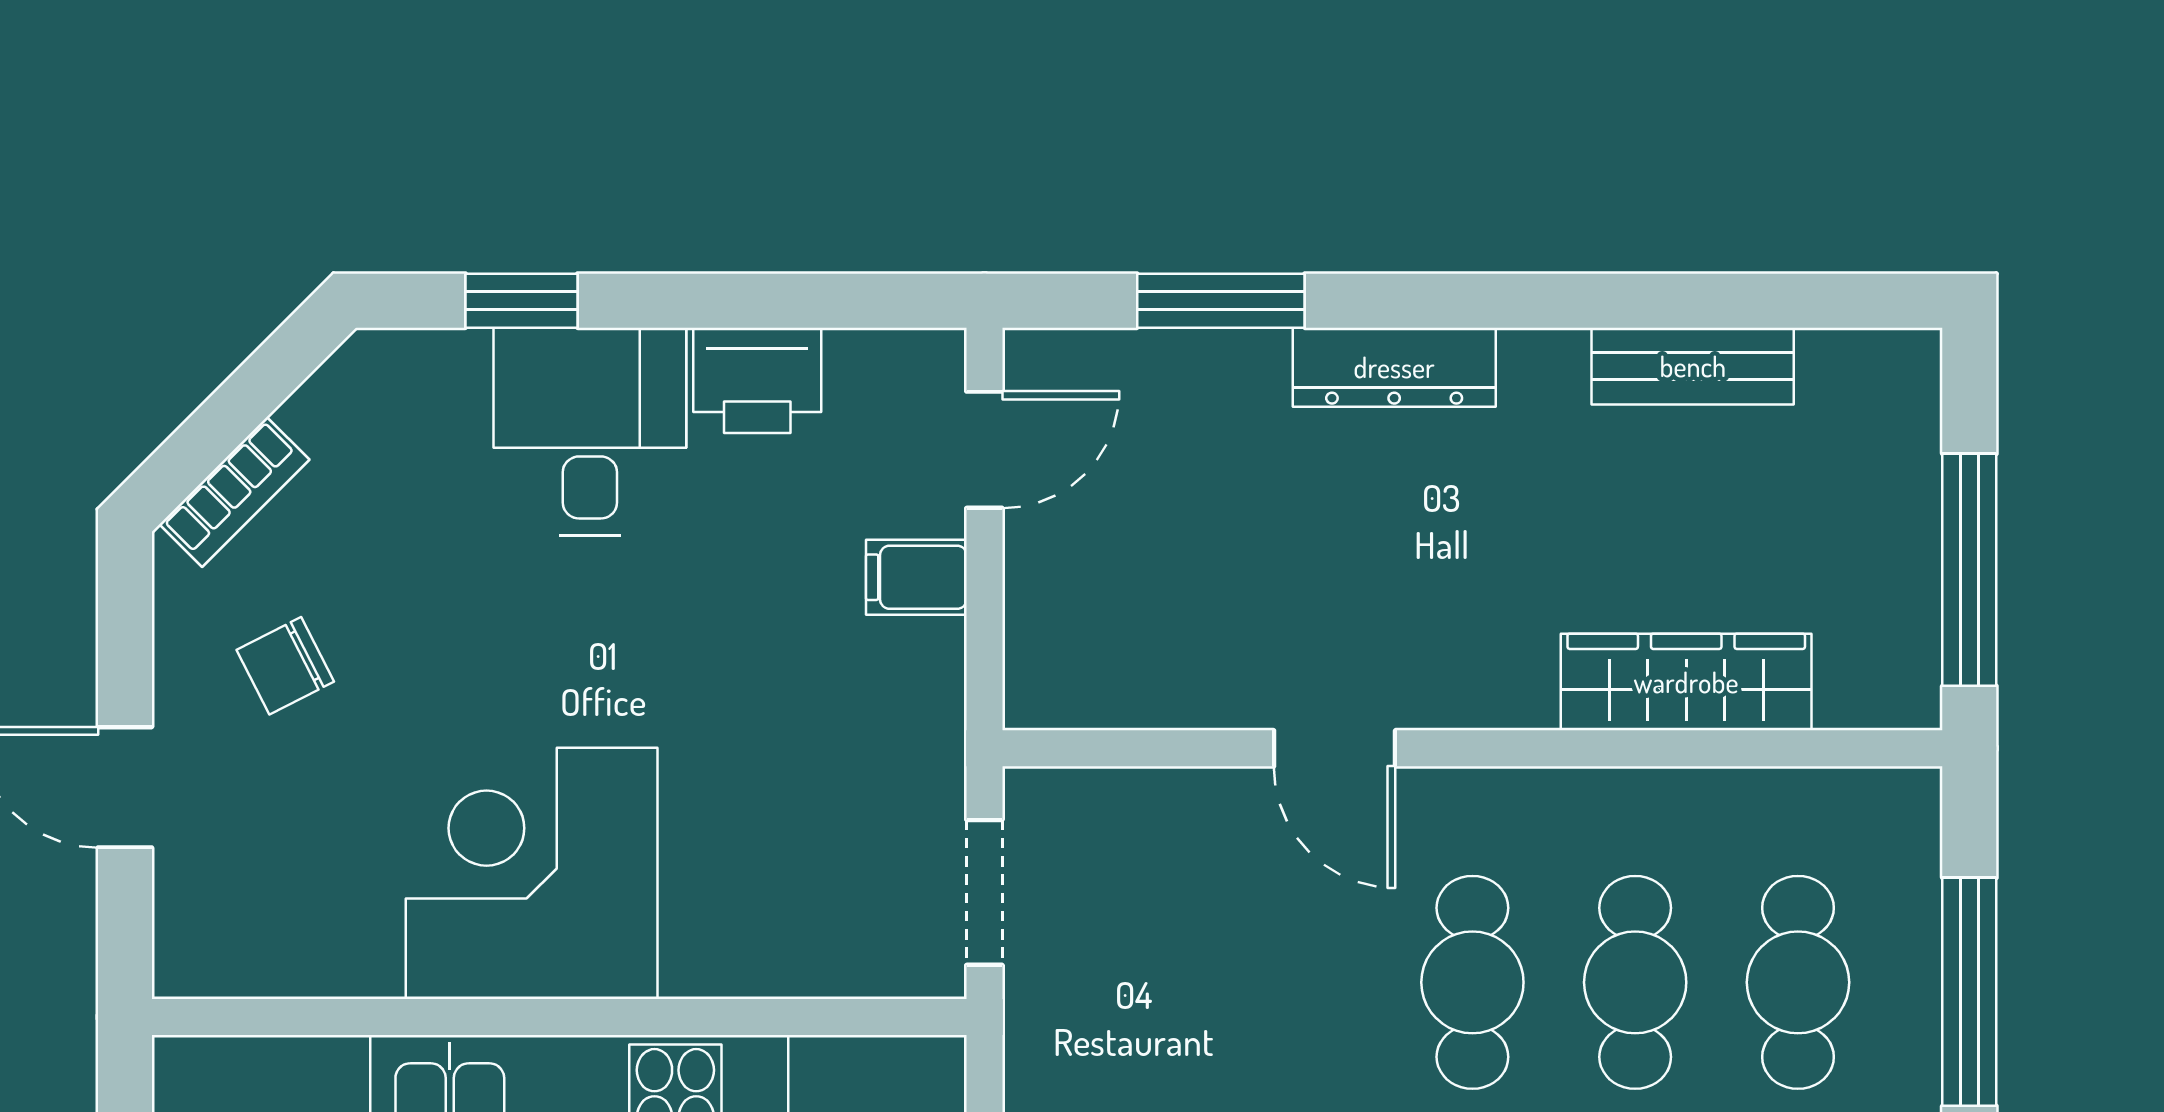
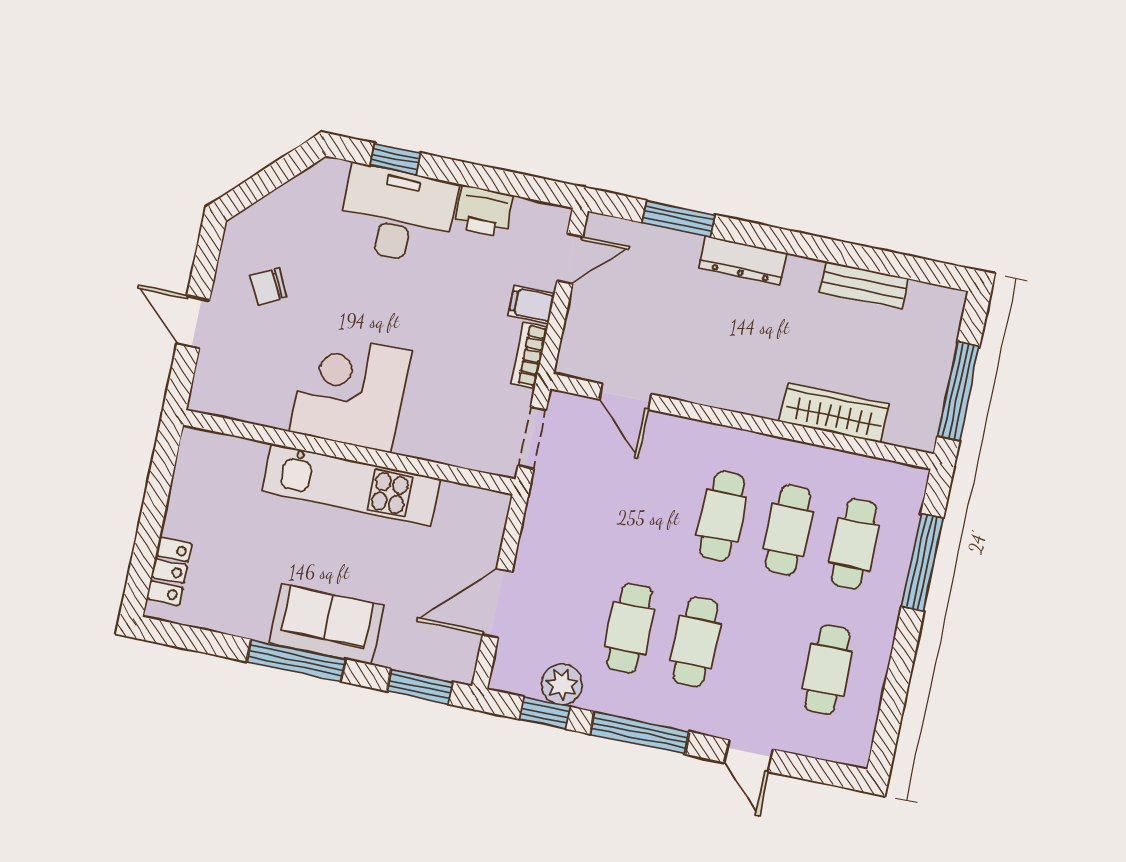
desk: (590, 431) -> (397, 215), width x1.37
bookcase: (234, 492) -> (529, 355), moved, turned 135
door: (1335, 748) -> (625, 397), moved

